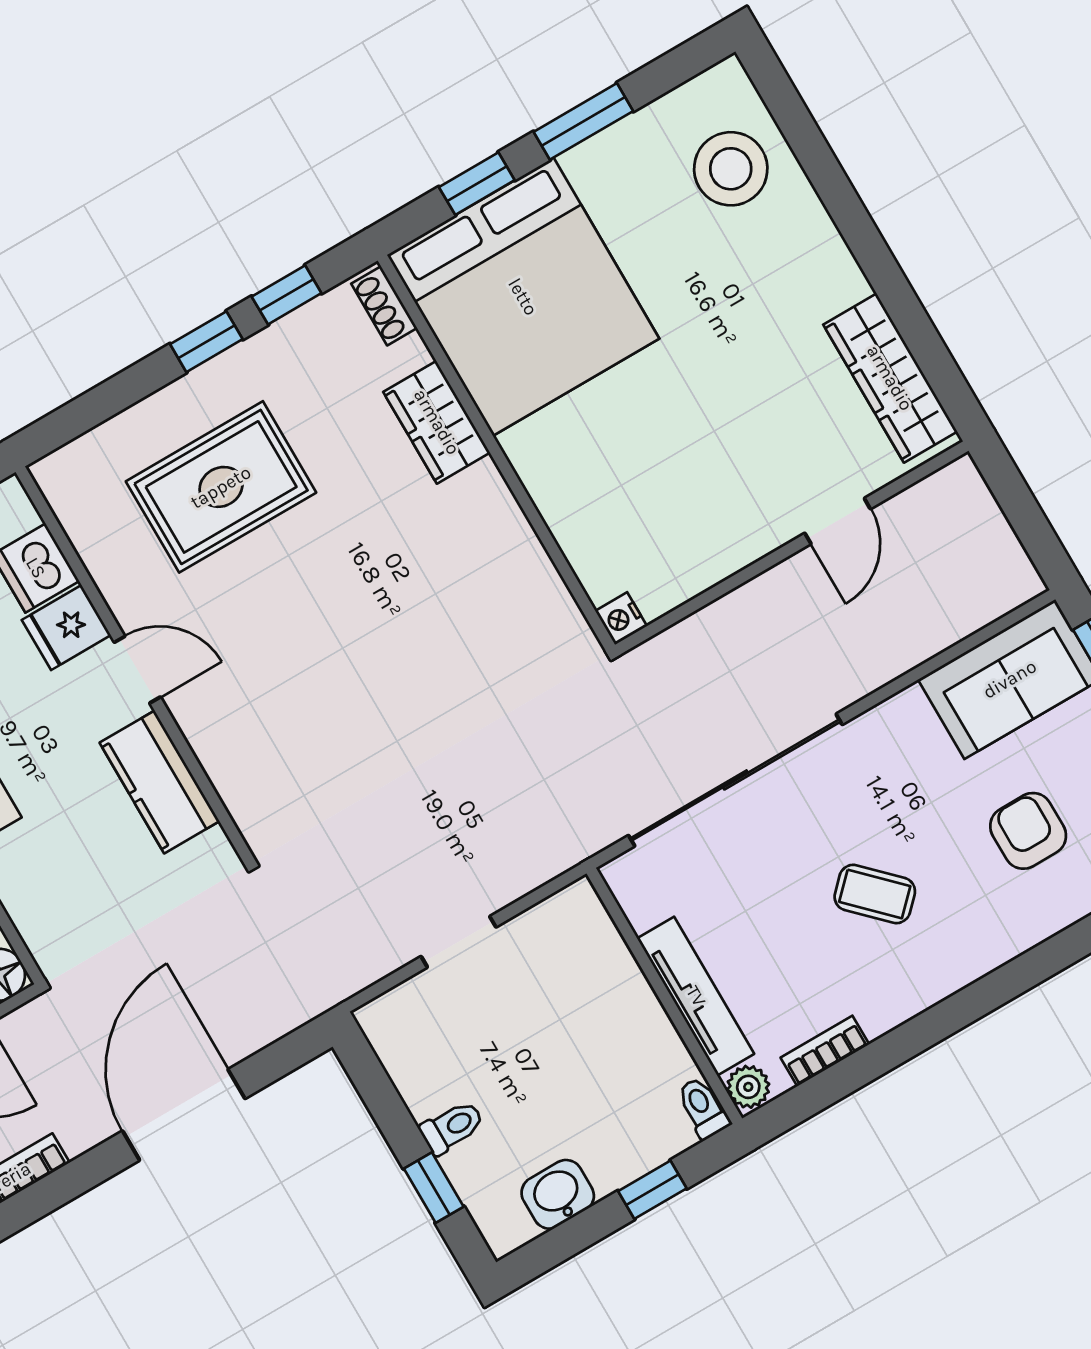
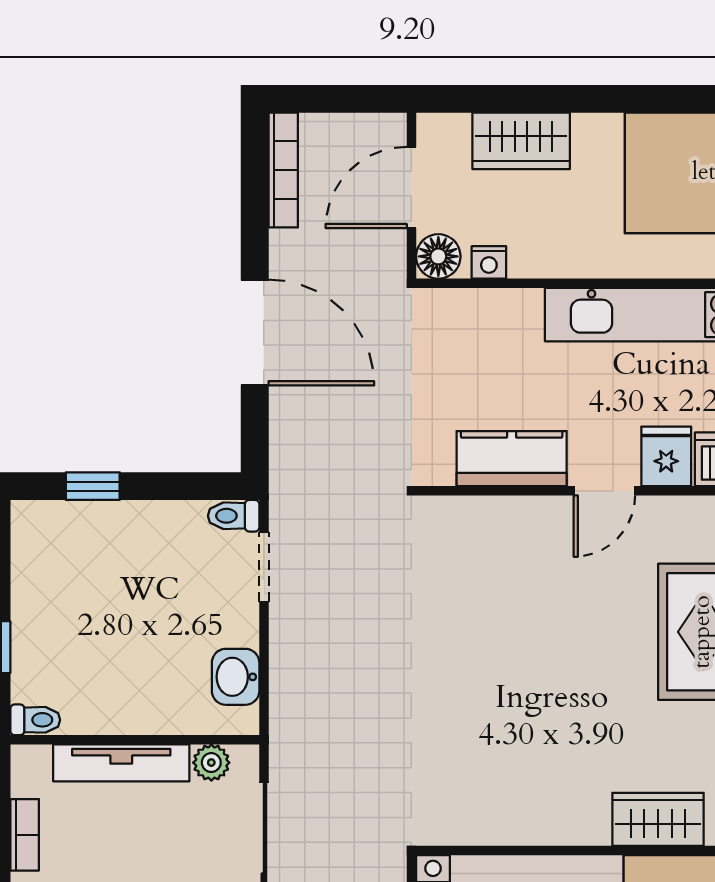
doorway: (459, 942) -> (264, 567), moved
plant: (748, 1087) -> (211, 763), moved
toilet: (452, 1127) -> (234, 516), moved, turned 90
washbasin: (558, 1194) -> (236, 677), moved, turned 180

